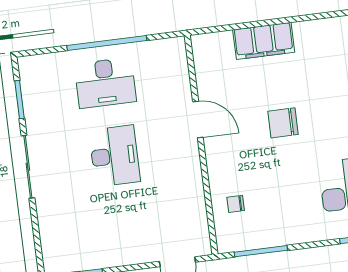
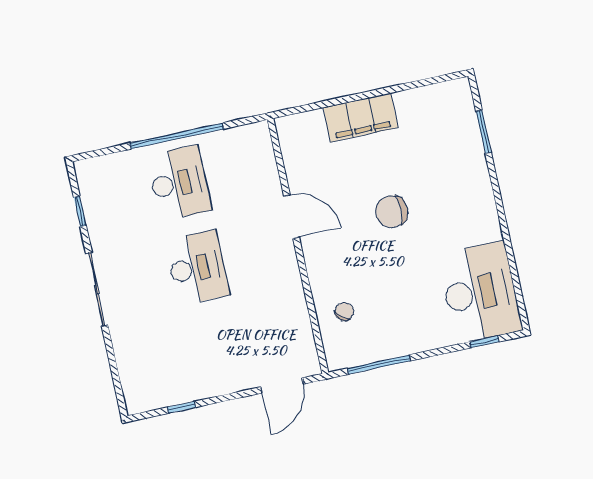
desk: (105, 83) -> (179, 183), turned -90
window: (19, 100) -> (80, 211), width x0.67
chair: (236, 204) -> (344, 312), turned 129

